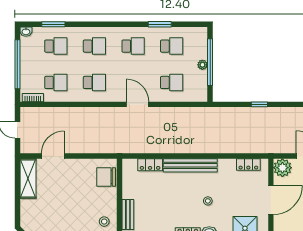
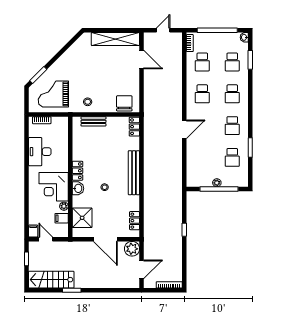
school desk: (172, 82) -> (202, 157), removed
locker: (150, 165) -> (134, 127), moved
shelving: (28, 179) -> (115, 39), width x1.47

